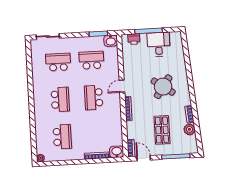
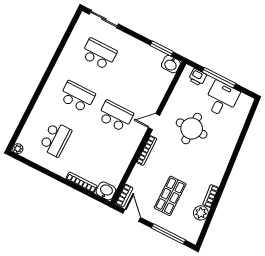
school desk: (92, 60) -> (137, 73), removed
round table: (163, 87) -> (192, 129), moved, turned -35
school desk: (94, 98) -> (115, 116), turned 90
school desk: (60, 99) -> (77, 97), turned -90

